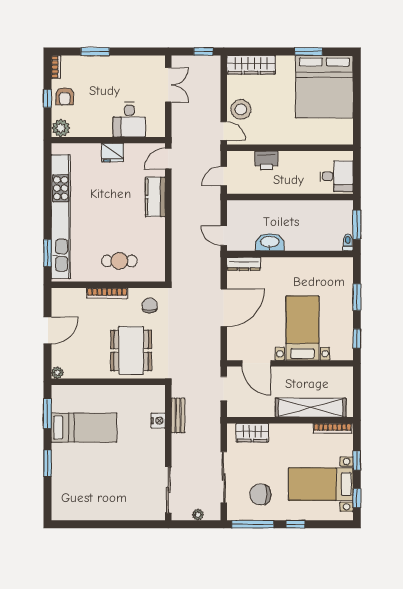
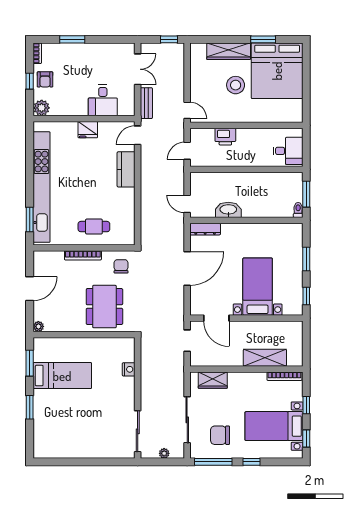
wardrobe: (251, 65) -> (229, 51), moved
stool: (241, 109) -> (236, 85), moved
shelving: (311, 408) -> (265, 358), width x0.68
bench: (178, 415) -> (146, 103), moved

